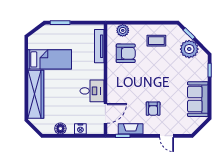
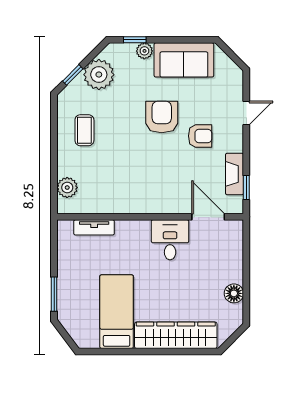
tv unit: (99, 46) -> (94, 227), width x0.71
armchair: (126, 53) -> (162, 117), moved
plant: (203, 76) -> (144, 51), added
nightstand: (80, 129) -> (235, 259), removed

